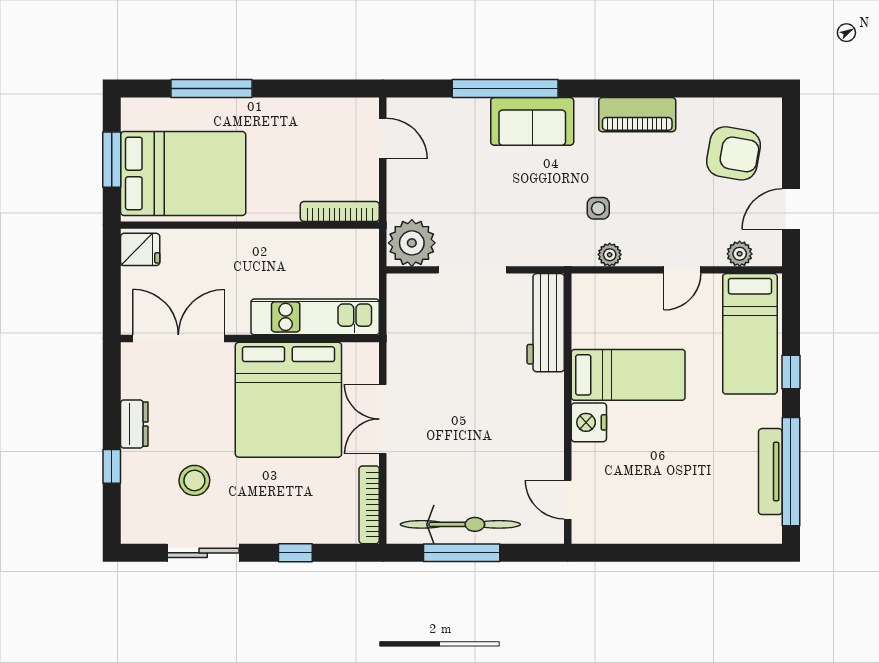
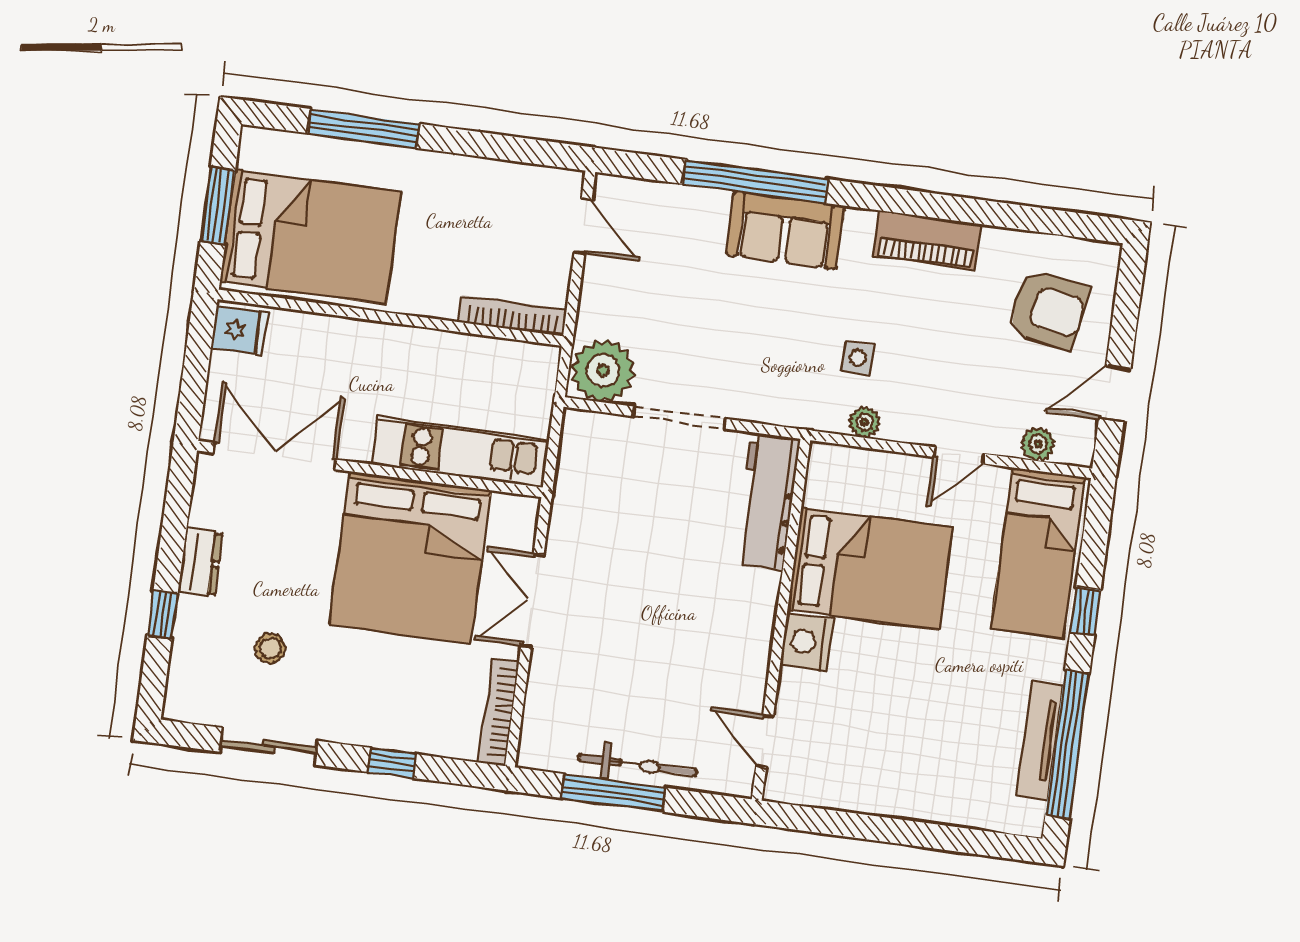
bed: (628, 375) -> (870, 569), width x1.50
stool: (194, 480) -> (270, 648), width x0.73, depth x0.73
bicycle: (460, 524) -> (637, 765), width x0.73, depth x0.71

